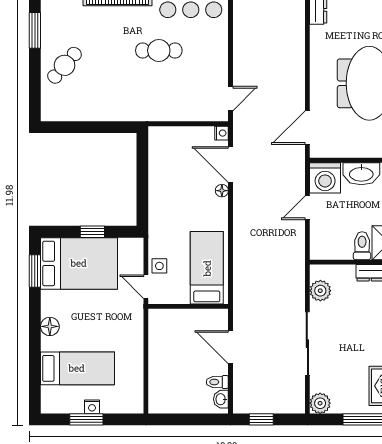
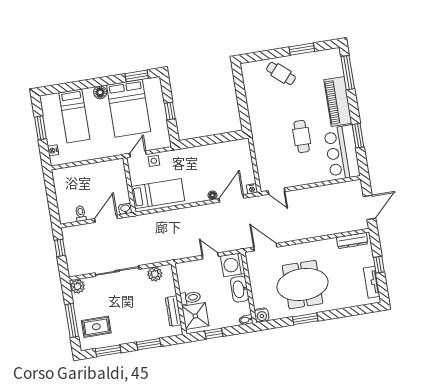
bed: (79, 263) -> (129, 108), moved
washbasin: (221, 399) -> (125, 209), moved
nightstand: (92, 407) -> (53, 150), moved

